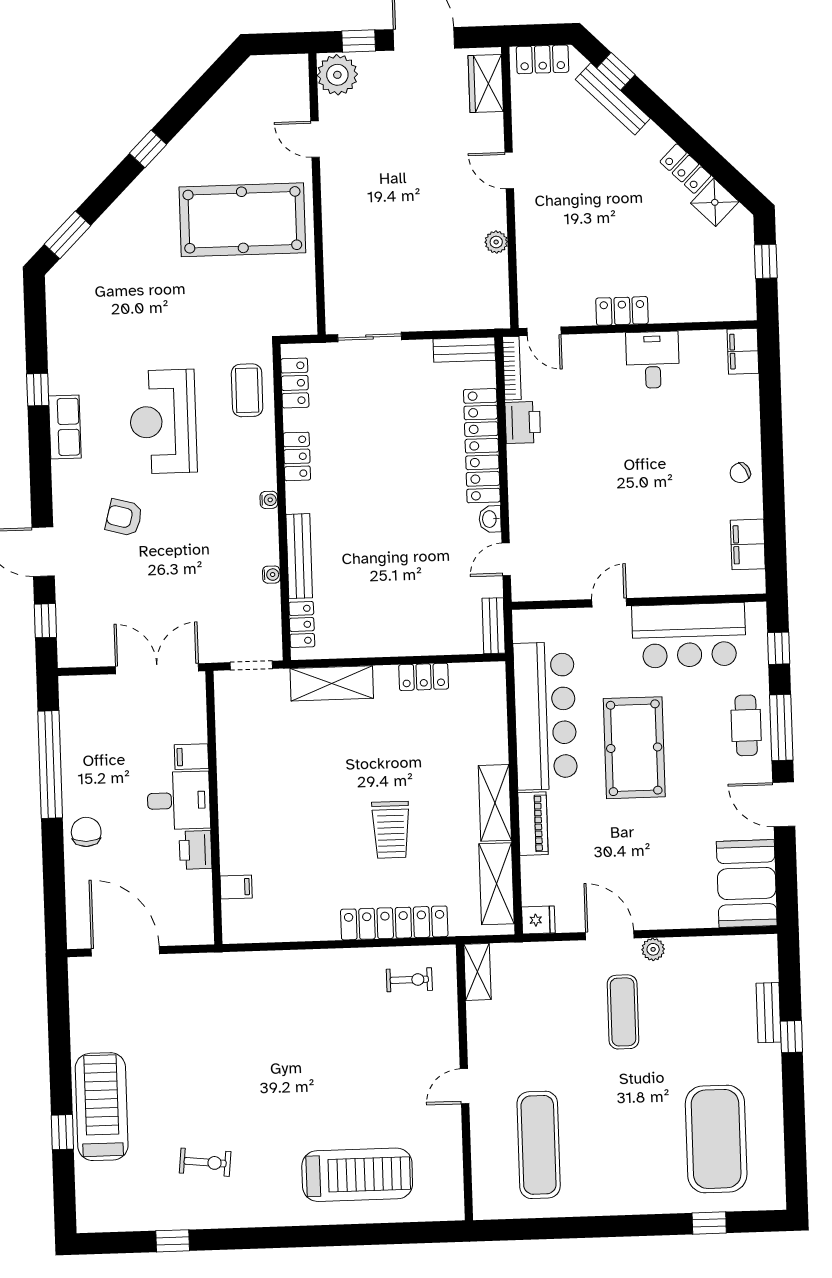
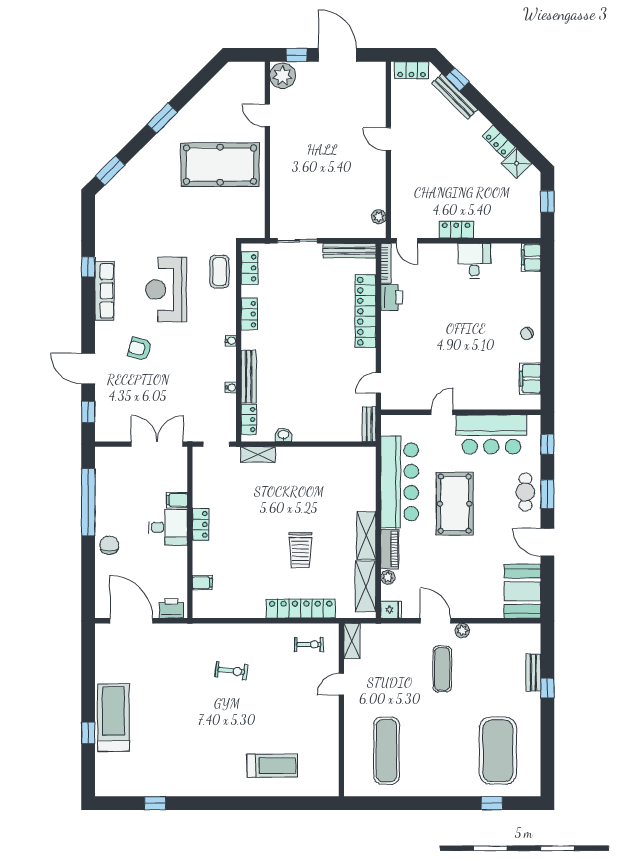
wardrobe: (486, 84) -> (375, 84), removed
window: (148, 149) -> (162, 118), width x1.50
plant: (496, 242) -> (379, 217), moved
bench: (464, 350) -> (349, 251), width x1.36
row of seats: (65, 427) -> (104, 291), width x1.48
washbasin: (490, 519) -> (283, 435), moved, turned 90
locker: (424, 677) -> (201, 524), moved, turned -90
shelving: (332, 683) -> (258, 454), width x0.67, depth x0.75
window: (781, 728) -> (547, 494), width x0.69
printer: (195, 850) -> (171, 608), moved, turned 90
plant: (532, 868) -> (388, 577), added
door: (465, 1086) -> (341, 684), moved
exercise bike: (205, 1162) -> (231, 671), moved
treadmill: (357, 1175) -> (272, 766), width x0.73, depth x0.73

